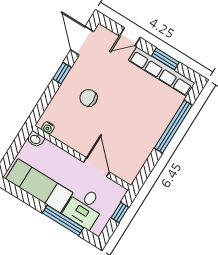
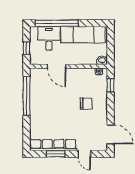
door: (130, 37) -> (84, 154), swing flipped
window: (62, 73) -> (110, 85), moved
window: (173, 127) -> (27, 96), moved
window: (63, 220) -> (57, 23), width x1.46

